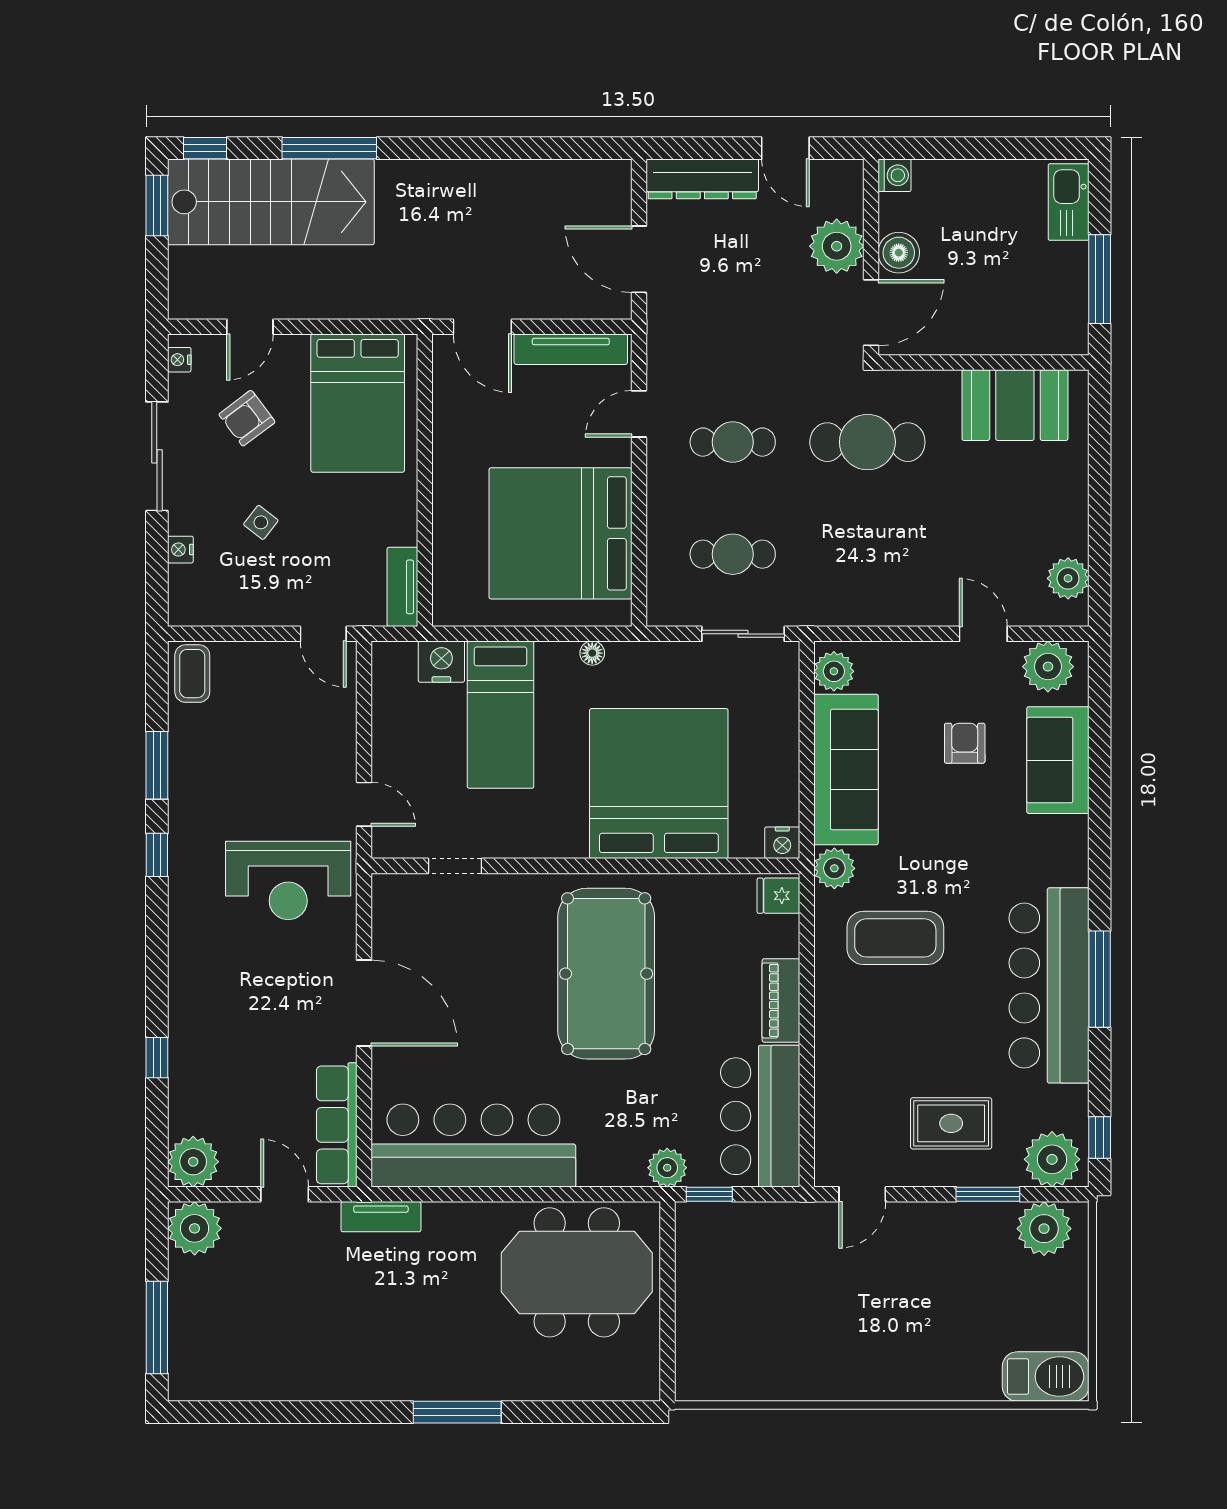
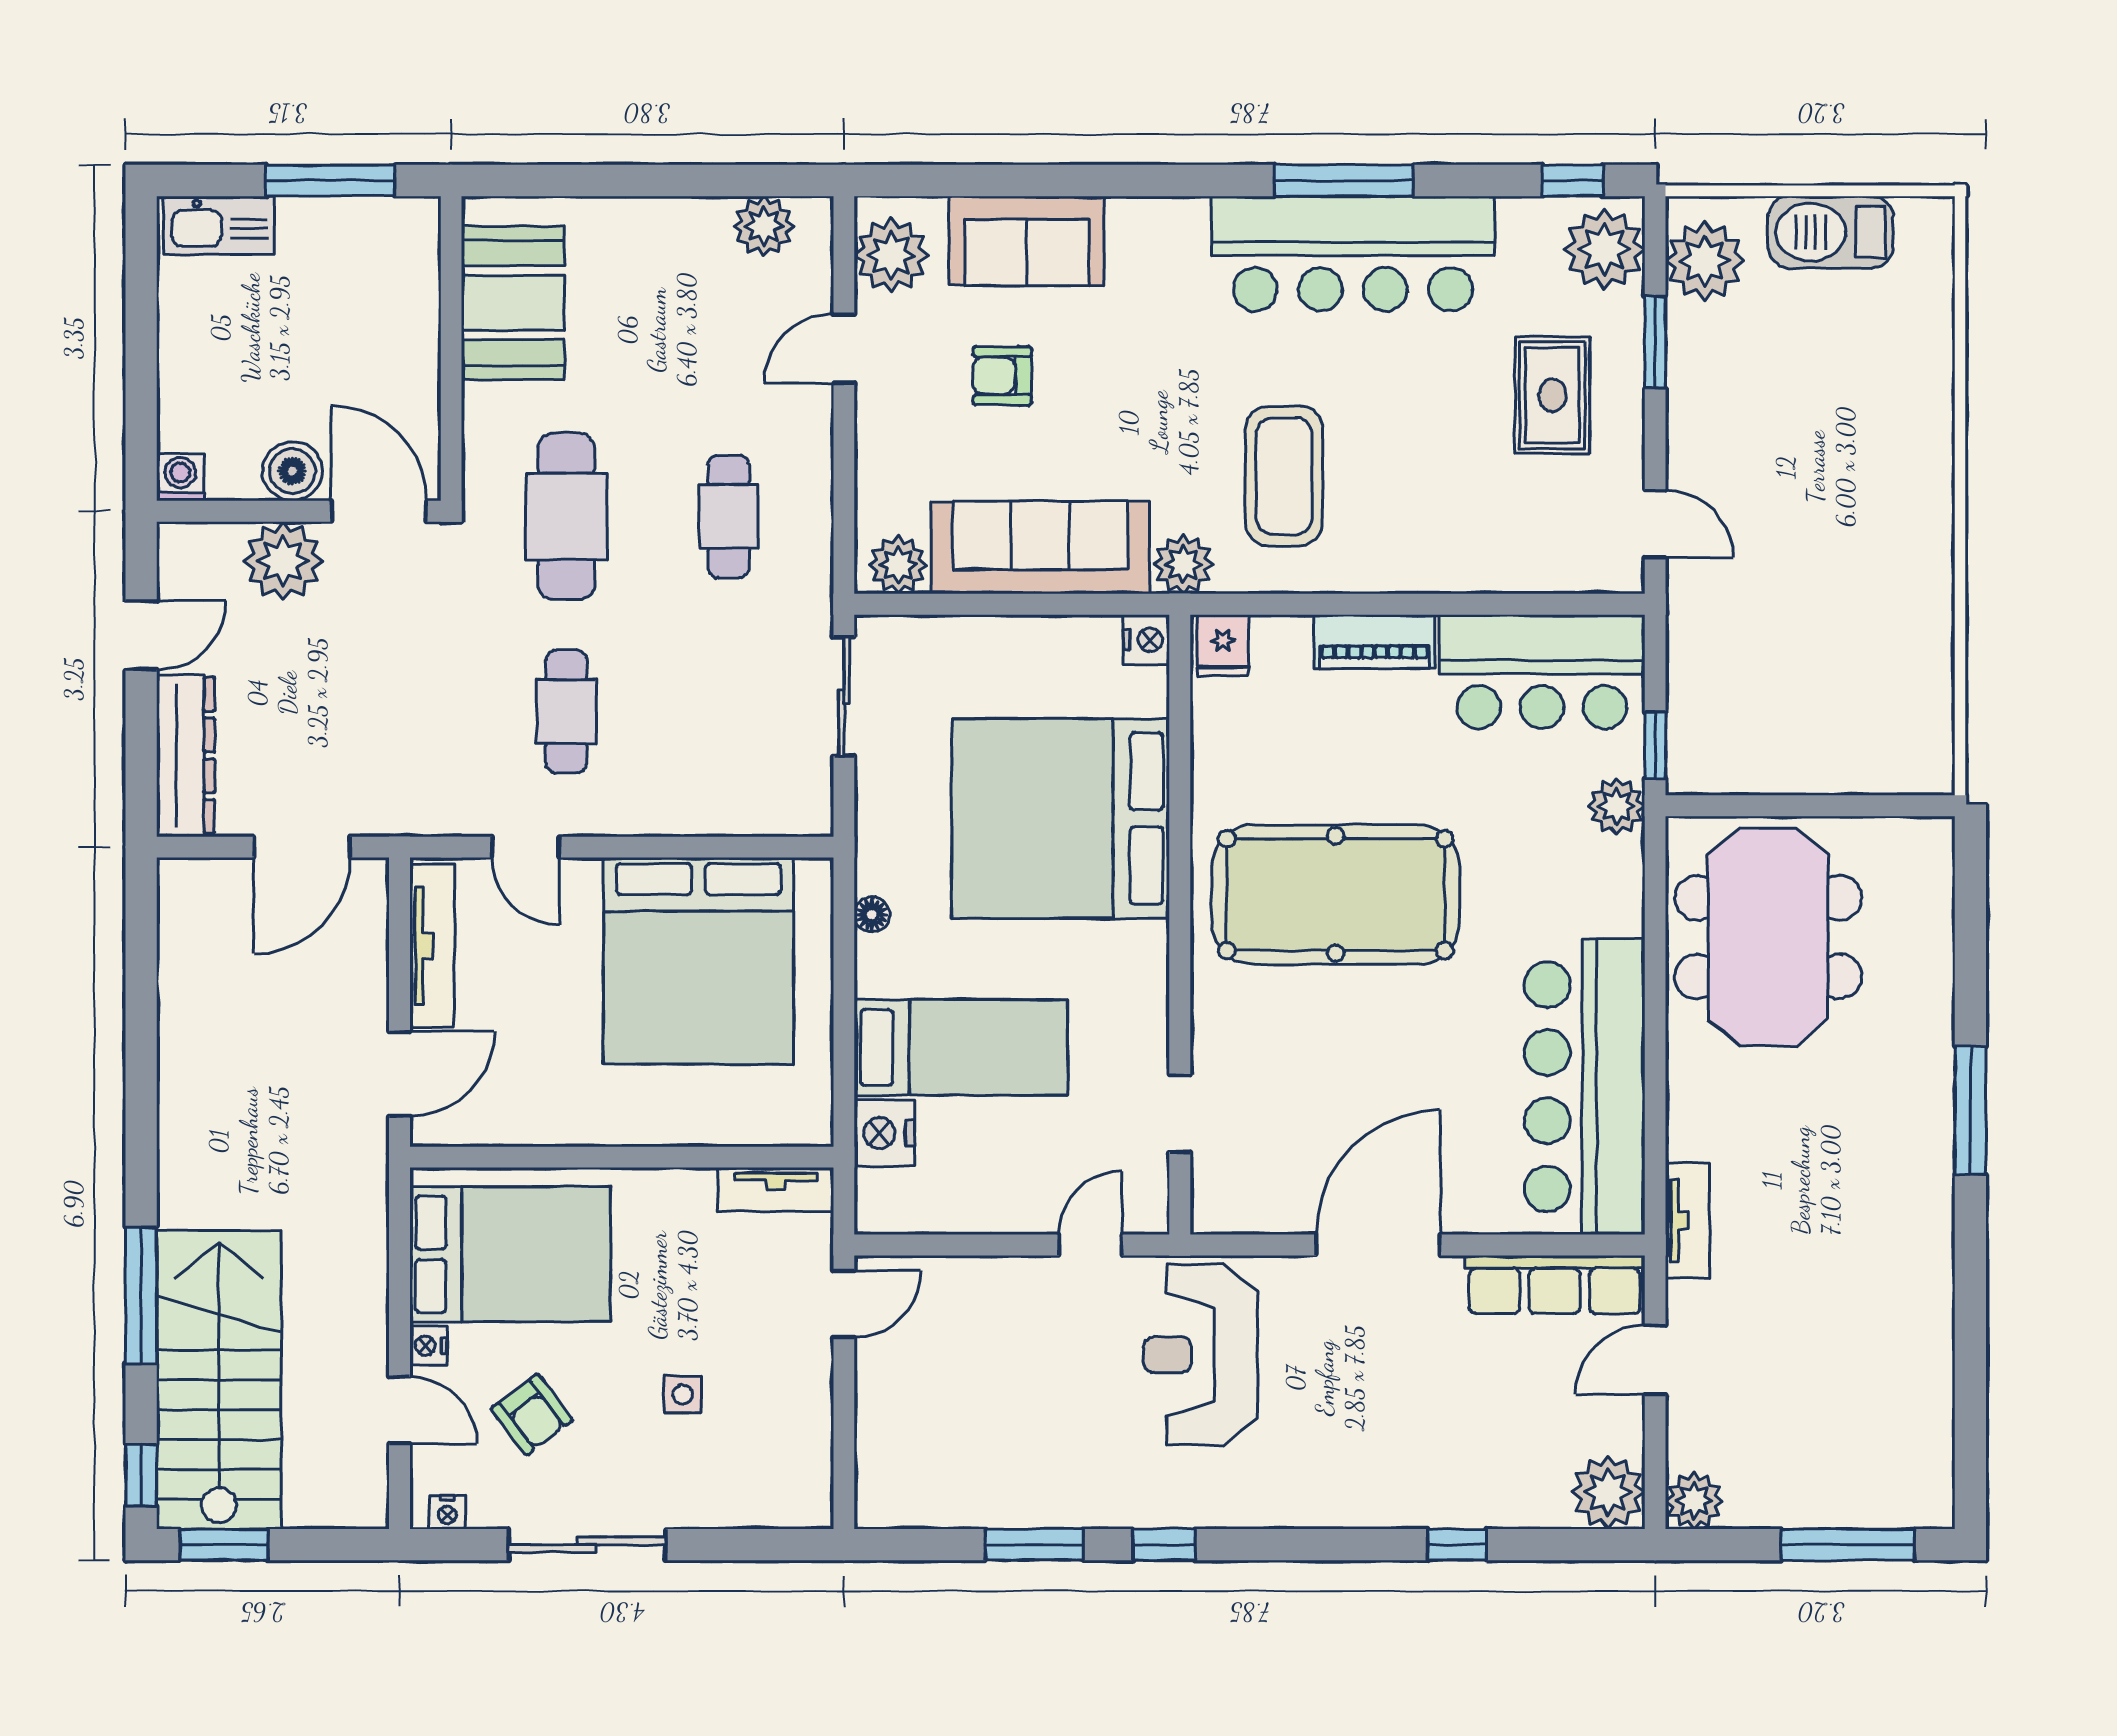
side table: (261, 522) -> (683, 1394), turned -38
nightstand: (180, 550) -> (428, 1346), moved, turned 90
cafe table: (733, 554) -> (729, 516), moved
coffee table: (192, 674) -> (901, 1494), removed
reception desk: (288, 880) -> (1201, 1355), turned 180
plant: (195, 1228) -> (1694, 1501), width x0.73, depth x0.73
barbecue: (1046, 1377) -> (1831, 232), moved, turned -90

